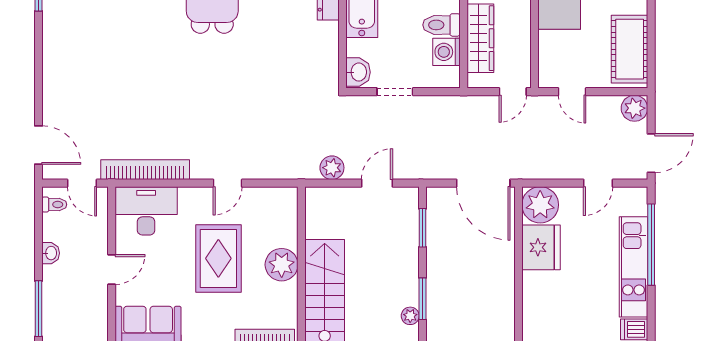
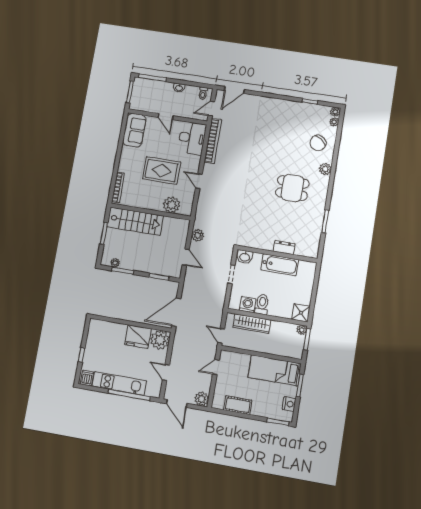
cot: (630, 49) -> (238, 405), width x0.73, depth x0.75
plant: (282, 265) -> (172, 205), moved

